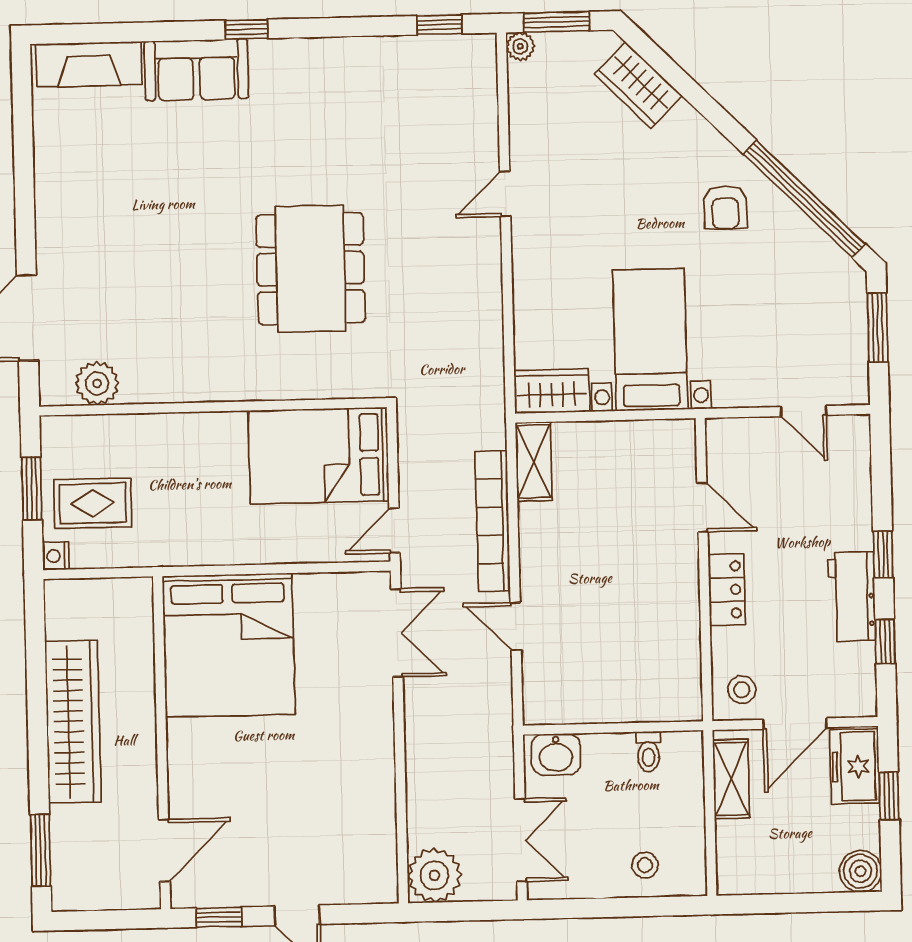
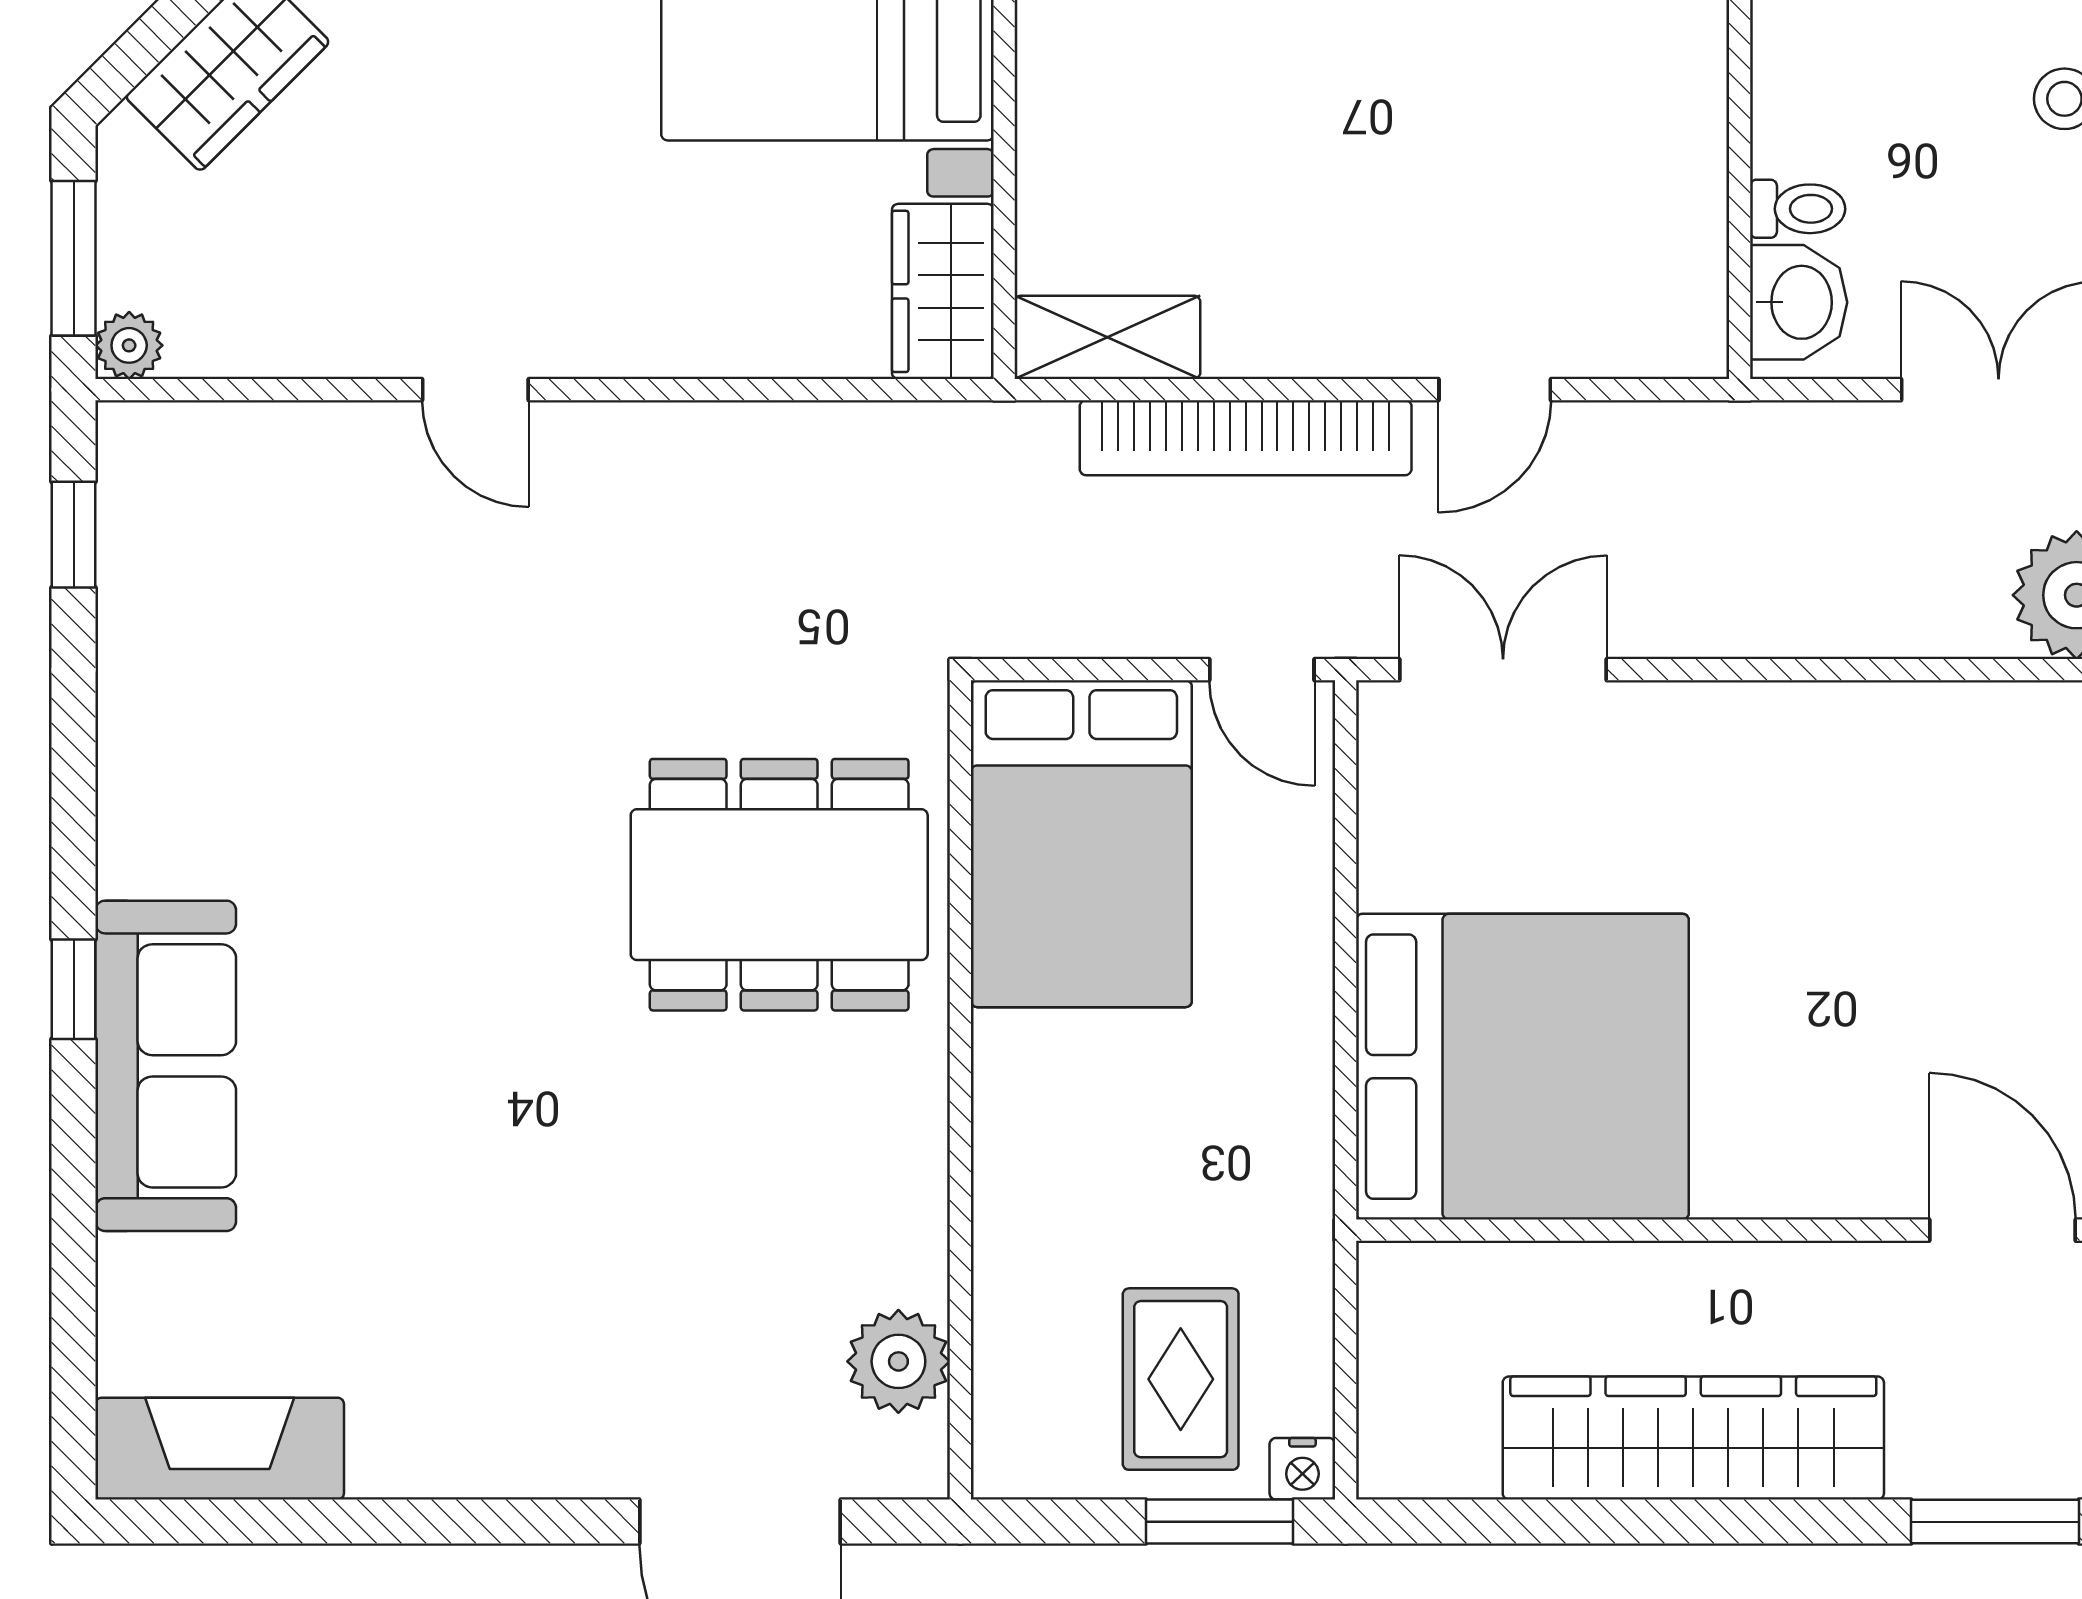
fireplace: (89, 64) -> (220, 1449), moved, turned -90
sofa: (196, 70) -> (166, 1066), width x1.36
dining table: (311, 269) -> (779, 885), moved
window: (32, 488) -> (1219, 1522), moved
toilet: (648, 752) -> (1798, 209), moved

